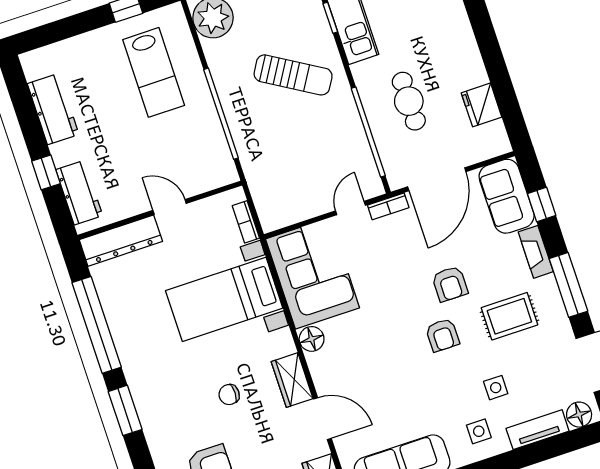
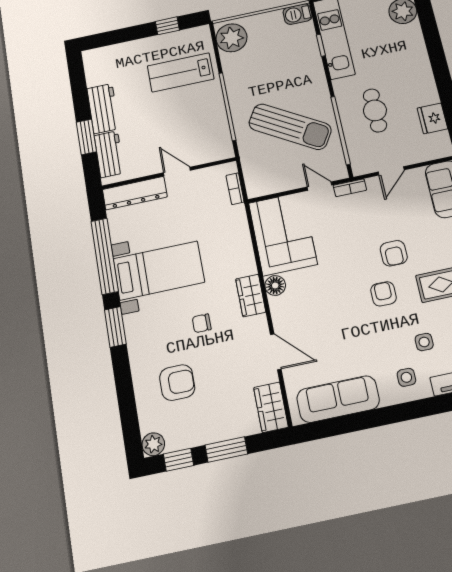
lab bench: (154, 72) -> (181, 72), turned 90
sun lounger: (293, 75) -> (290, 127), moved, width x1.36, depth x1.34
workbench: (53, 109) -> (103, 108), moved
window: (46, 172) -> (86, 137), width x1.50
door: (437, 179) -> (391, 171), width x0.53
door: (350, 208) -> (319, 186), hinge flipped
bed with nightstands: (224, 299) -> (159, 270), moved, turned 180
armchair: (442, 335) -> (383, 294), turned 180
wardrobe: (292, 380) -> (251, 295), moved

